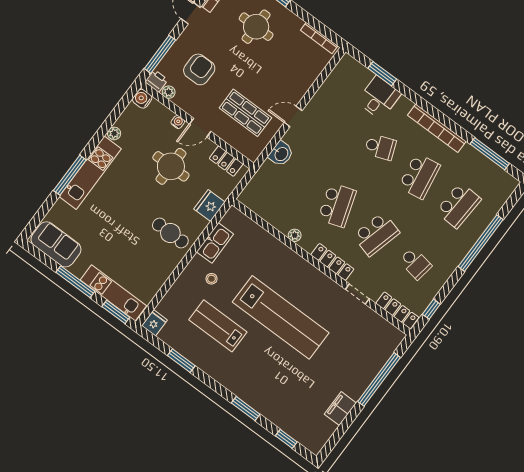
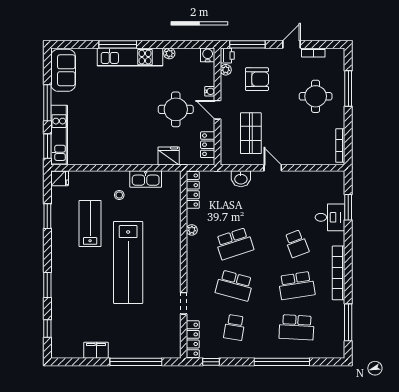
cafe table: (170, 233) -> (130, 143), removed
locker: (332, 262) -> (193, 190), moved

